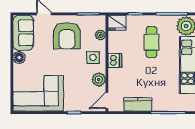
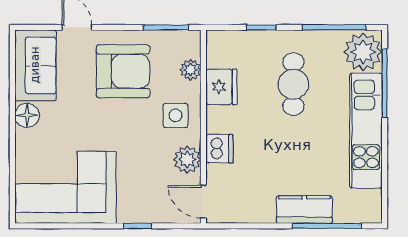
fridge: (117, 23) -> (221, 87), moved, turned -90
armchair: (67, 36) -> (123, 71), turned -90
dishwasher: (115, 61) -> (219, 149), moved
door: (107, 100) -> (203, 202), hinge flipped
kitchen counter: (138, 104) -> (304, 210), moved

